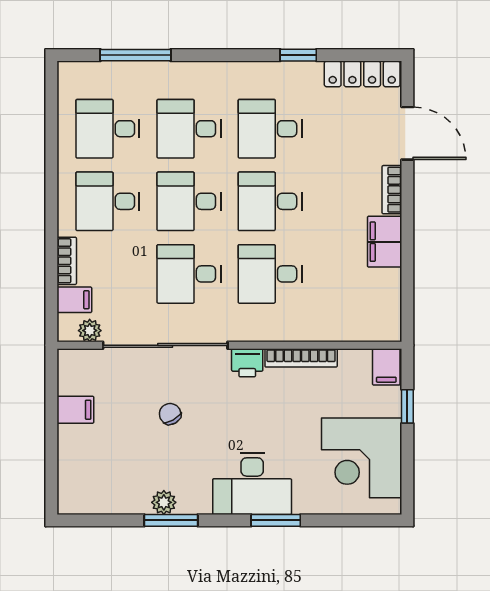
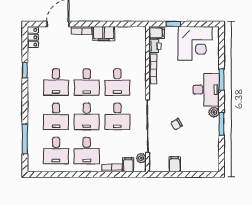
locker: (362, 74) -> (33, 37), width x0.66
printer: (247, 363) -> (155, 46), moved
plant: (164, 502) -> (214, 112), moved

